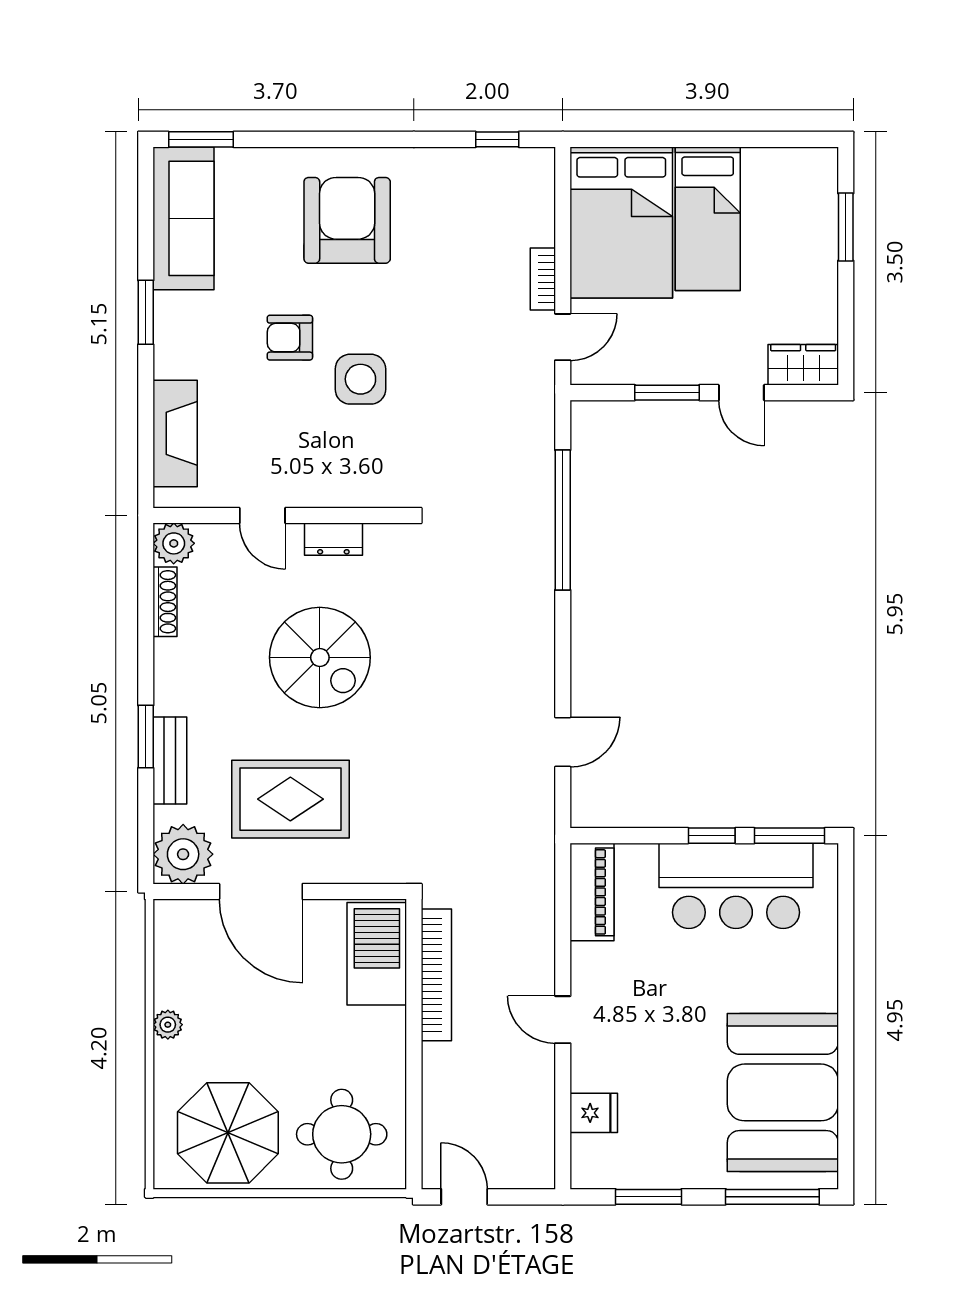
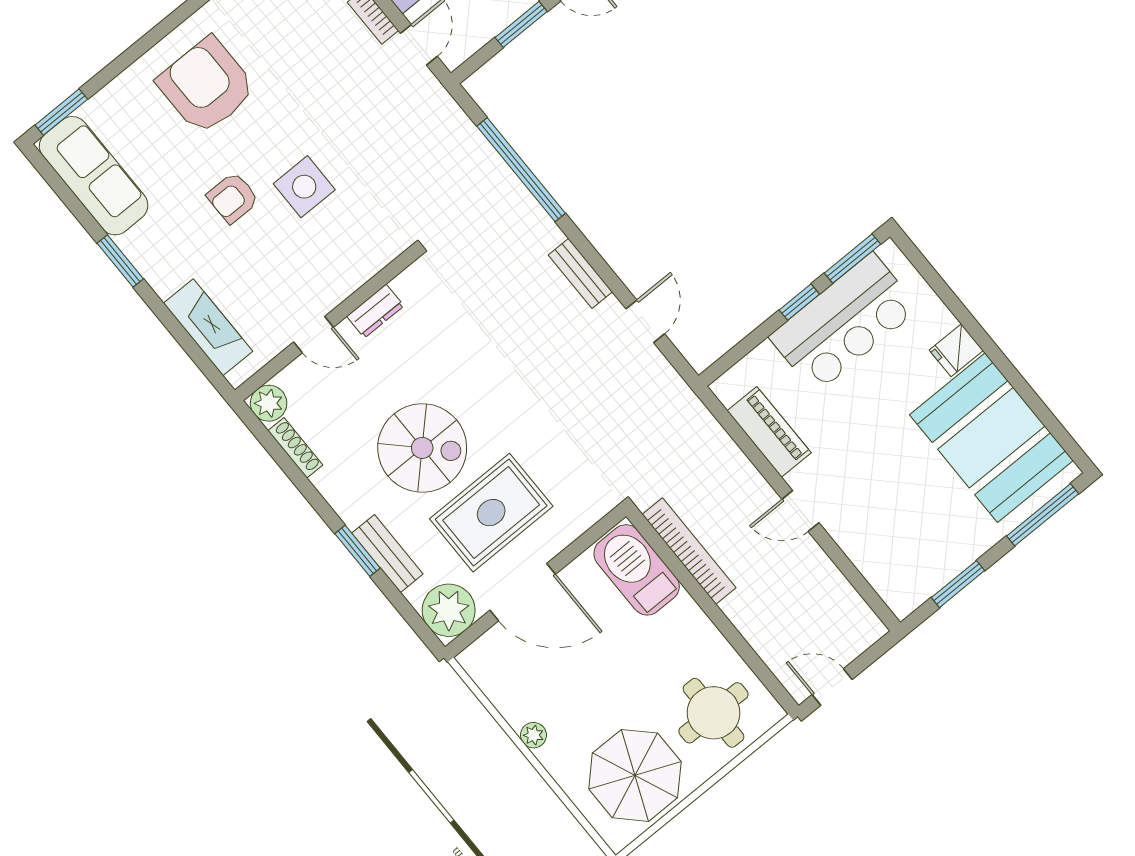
bench: (540, 653) -> (580, 273), added
spiral stairs: (320, 657) -> (422, 448), moved
piano: (592, 892) -> (769, 432), moved
fridge: (594, 1113) -> (956, 350), moved, turned 180

